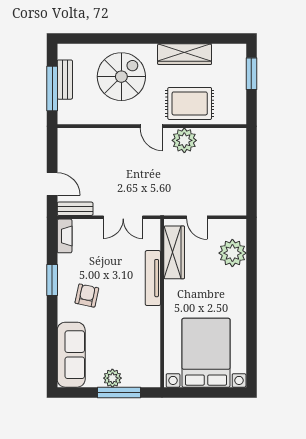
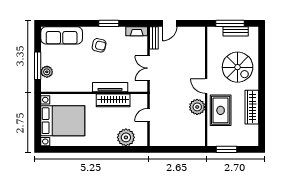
window: (251, 74) -> (226, 149), moved
door: (151, 126) -> (206, 86), hinge flipped
wardrobe: (174, 252) -> (113, 100), moved
plant: (112, 378) -> (47, 72), moved

